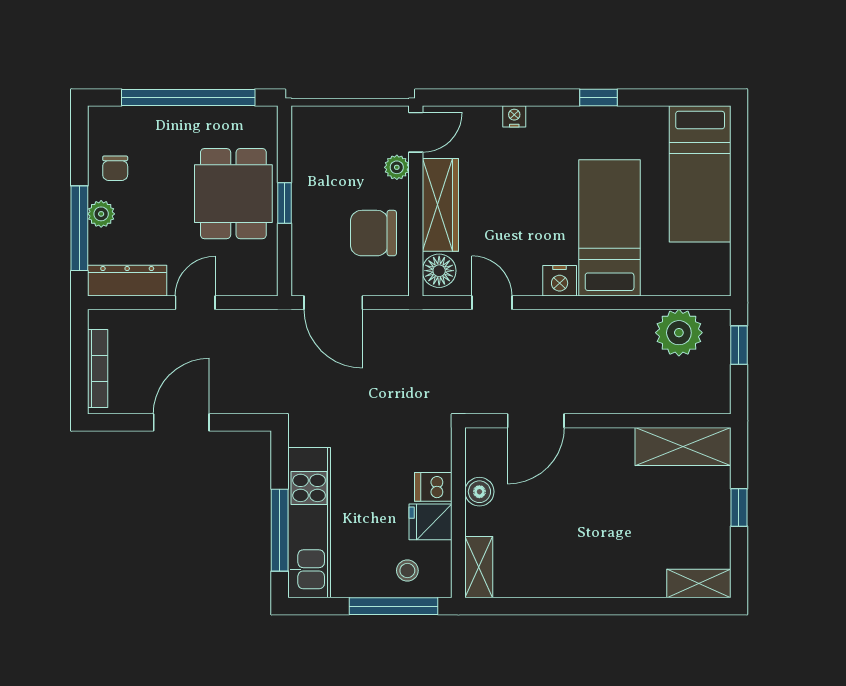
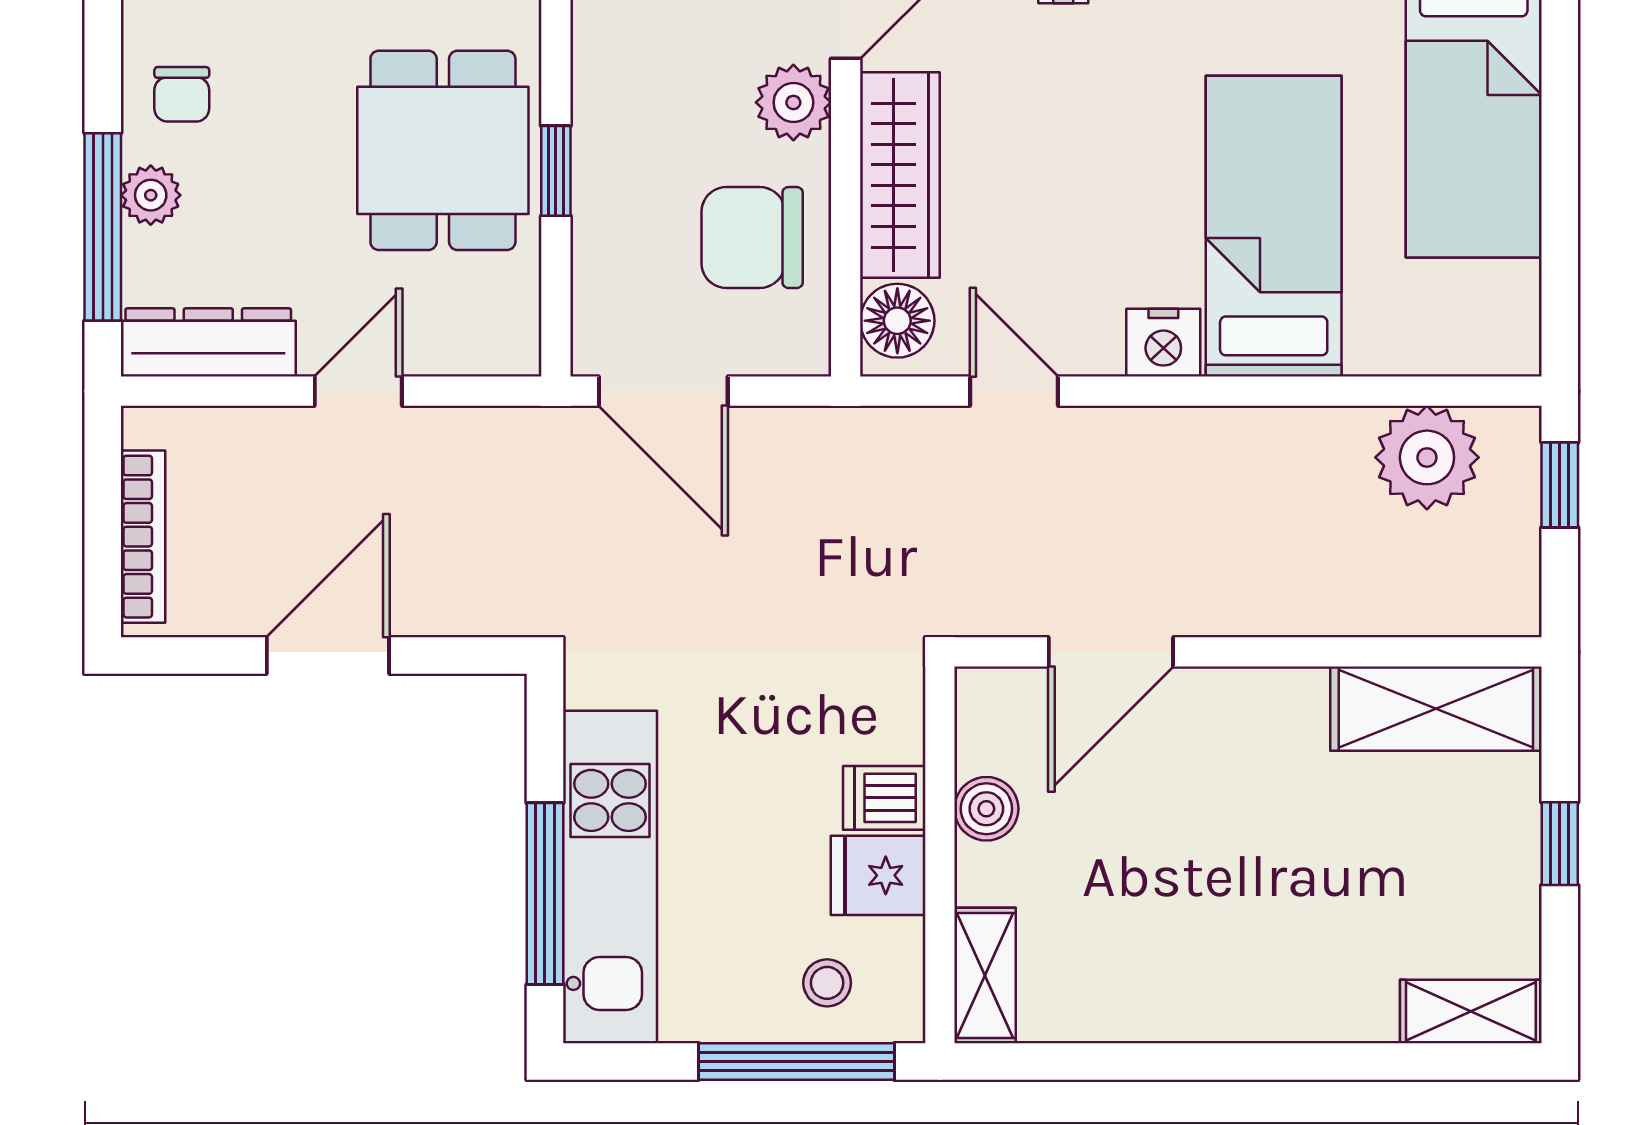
plant: (397, 167) -> (793, 102), width x1.38, depth x1.38

